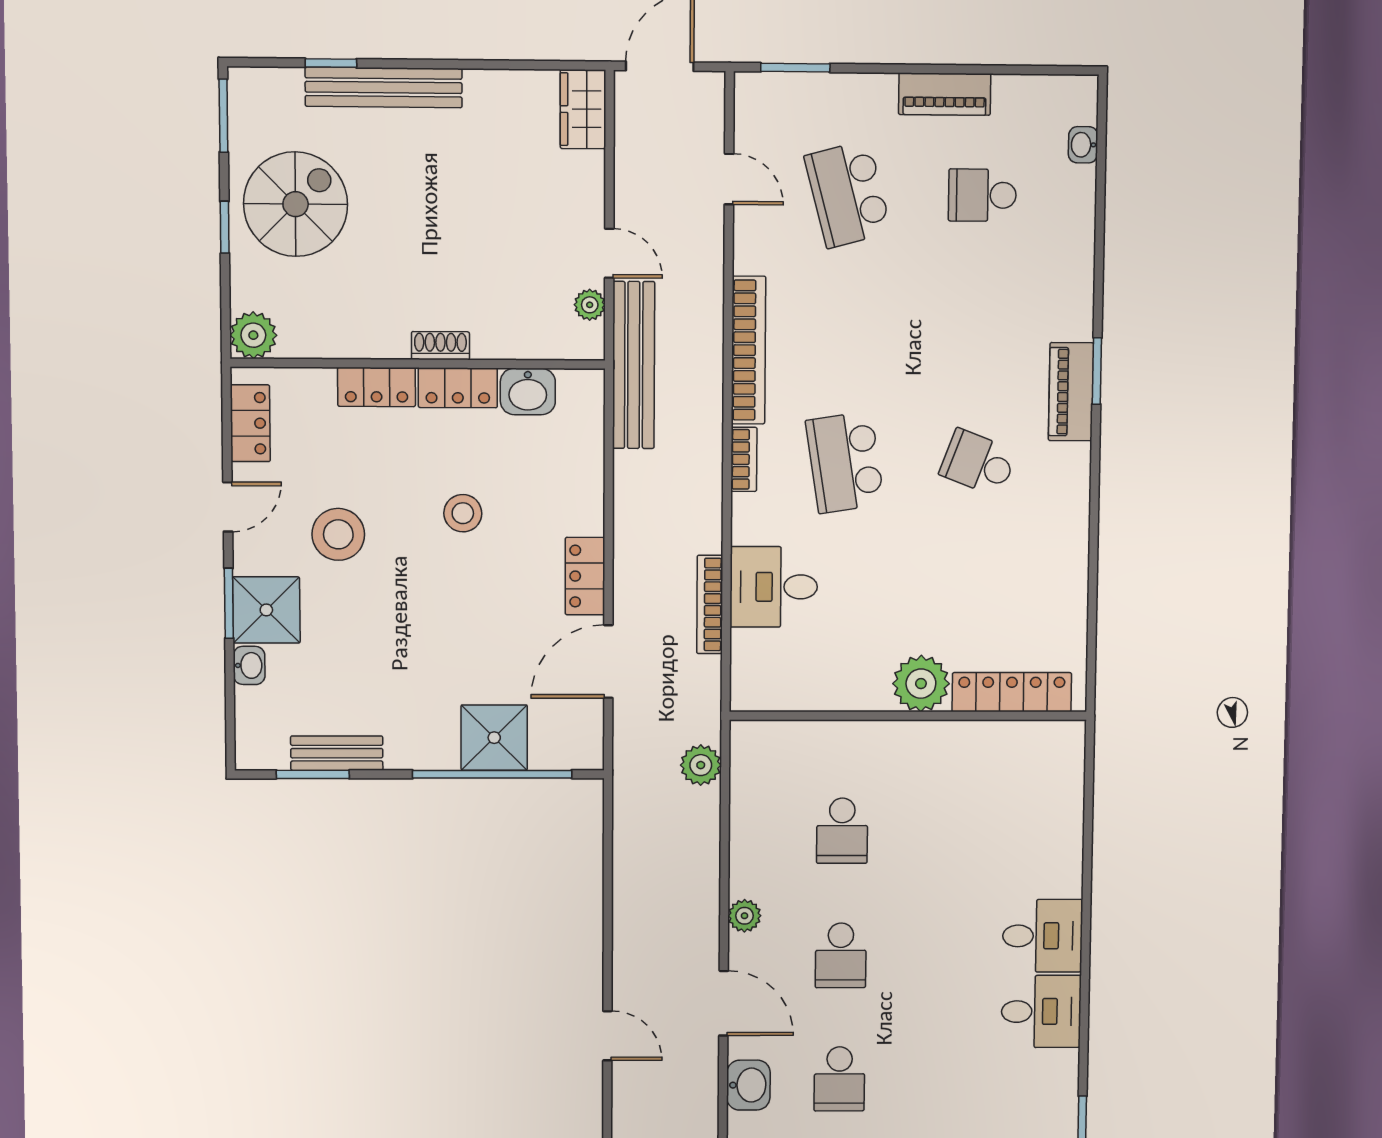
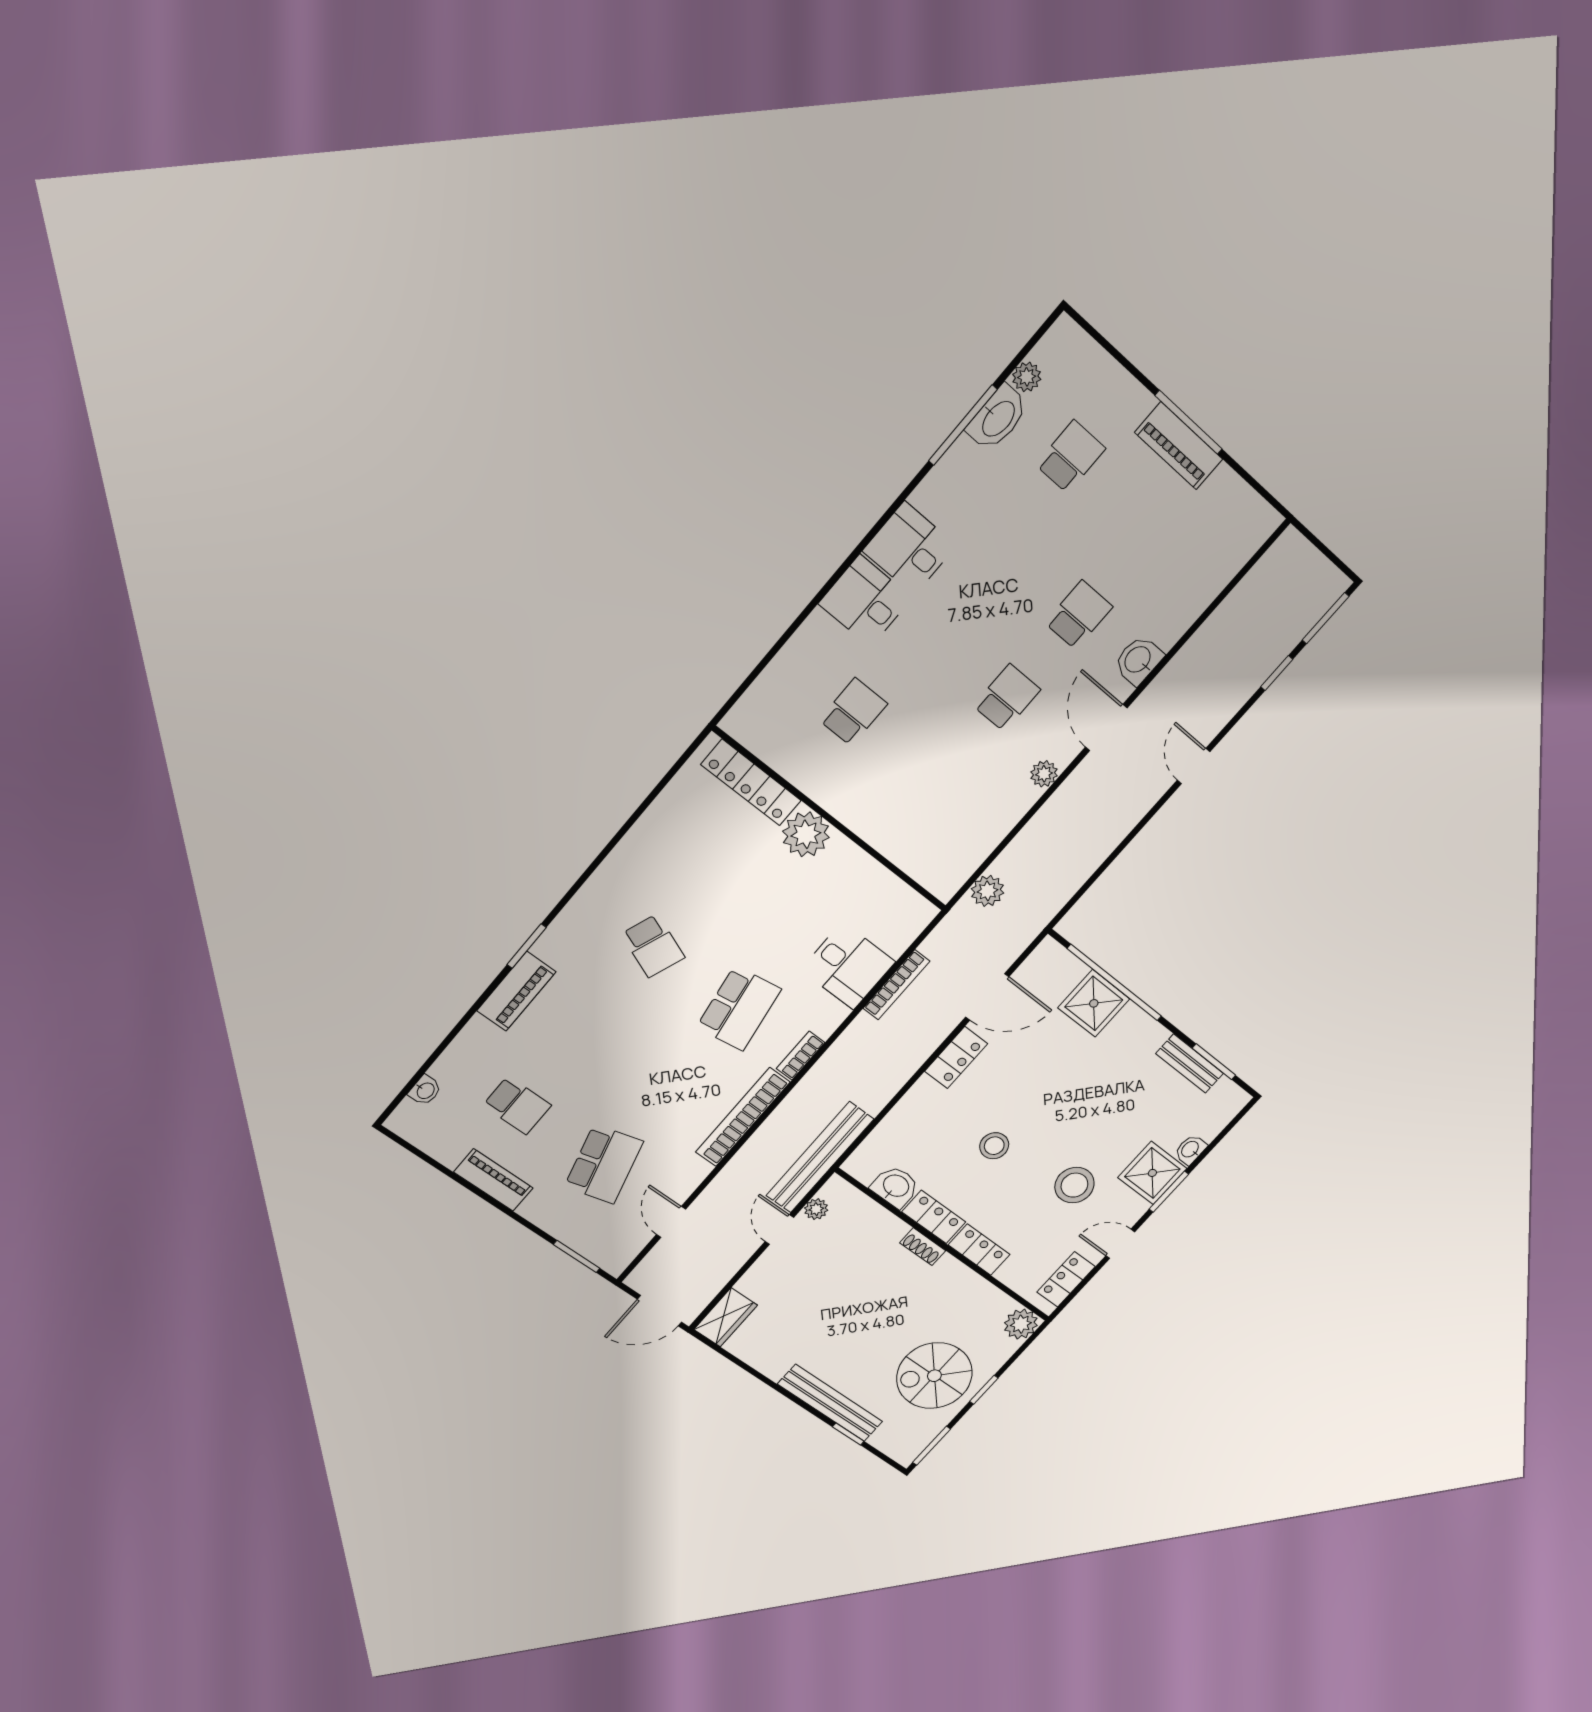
piano: (1071, 392) -> (516, 991), moved
school desk: (842, 831) -> (853, 712), moved

